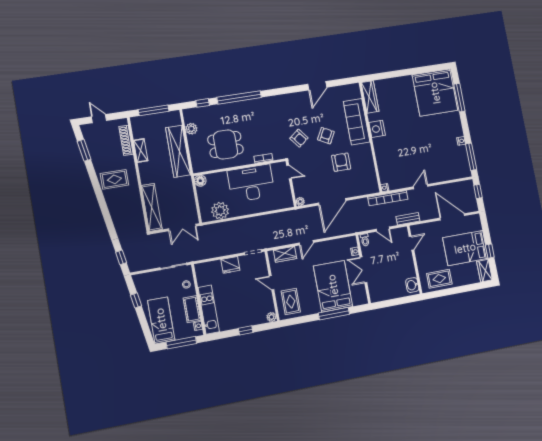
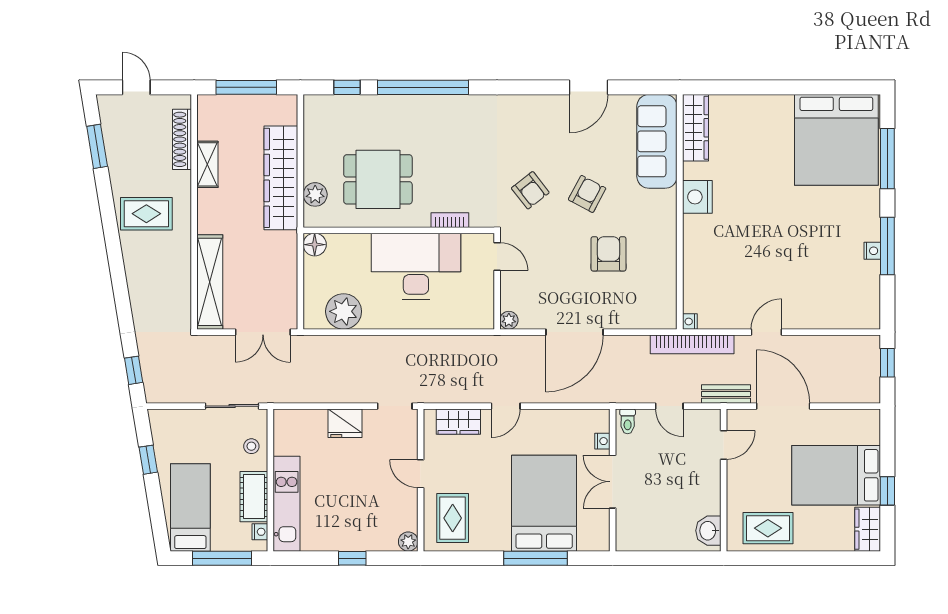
sofa: (357, 122) -> (657, 141), moved
plant: (191, 129) -> (315, 194), moved
window: (471, 157) -> (887, 246), moved
door: (452, 217) -> (783, 406), moved

